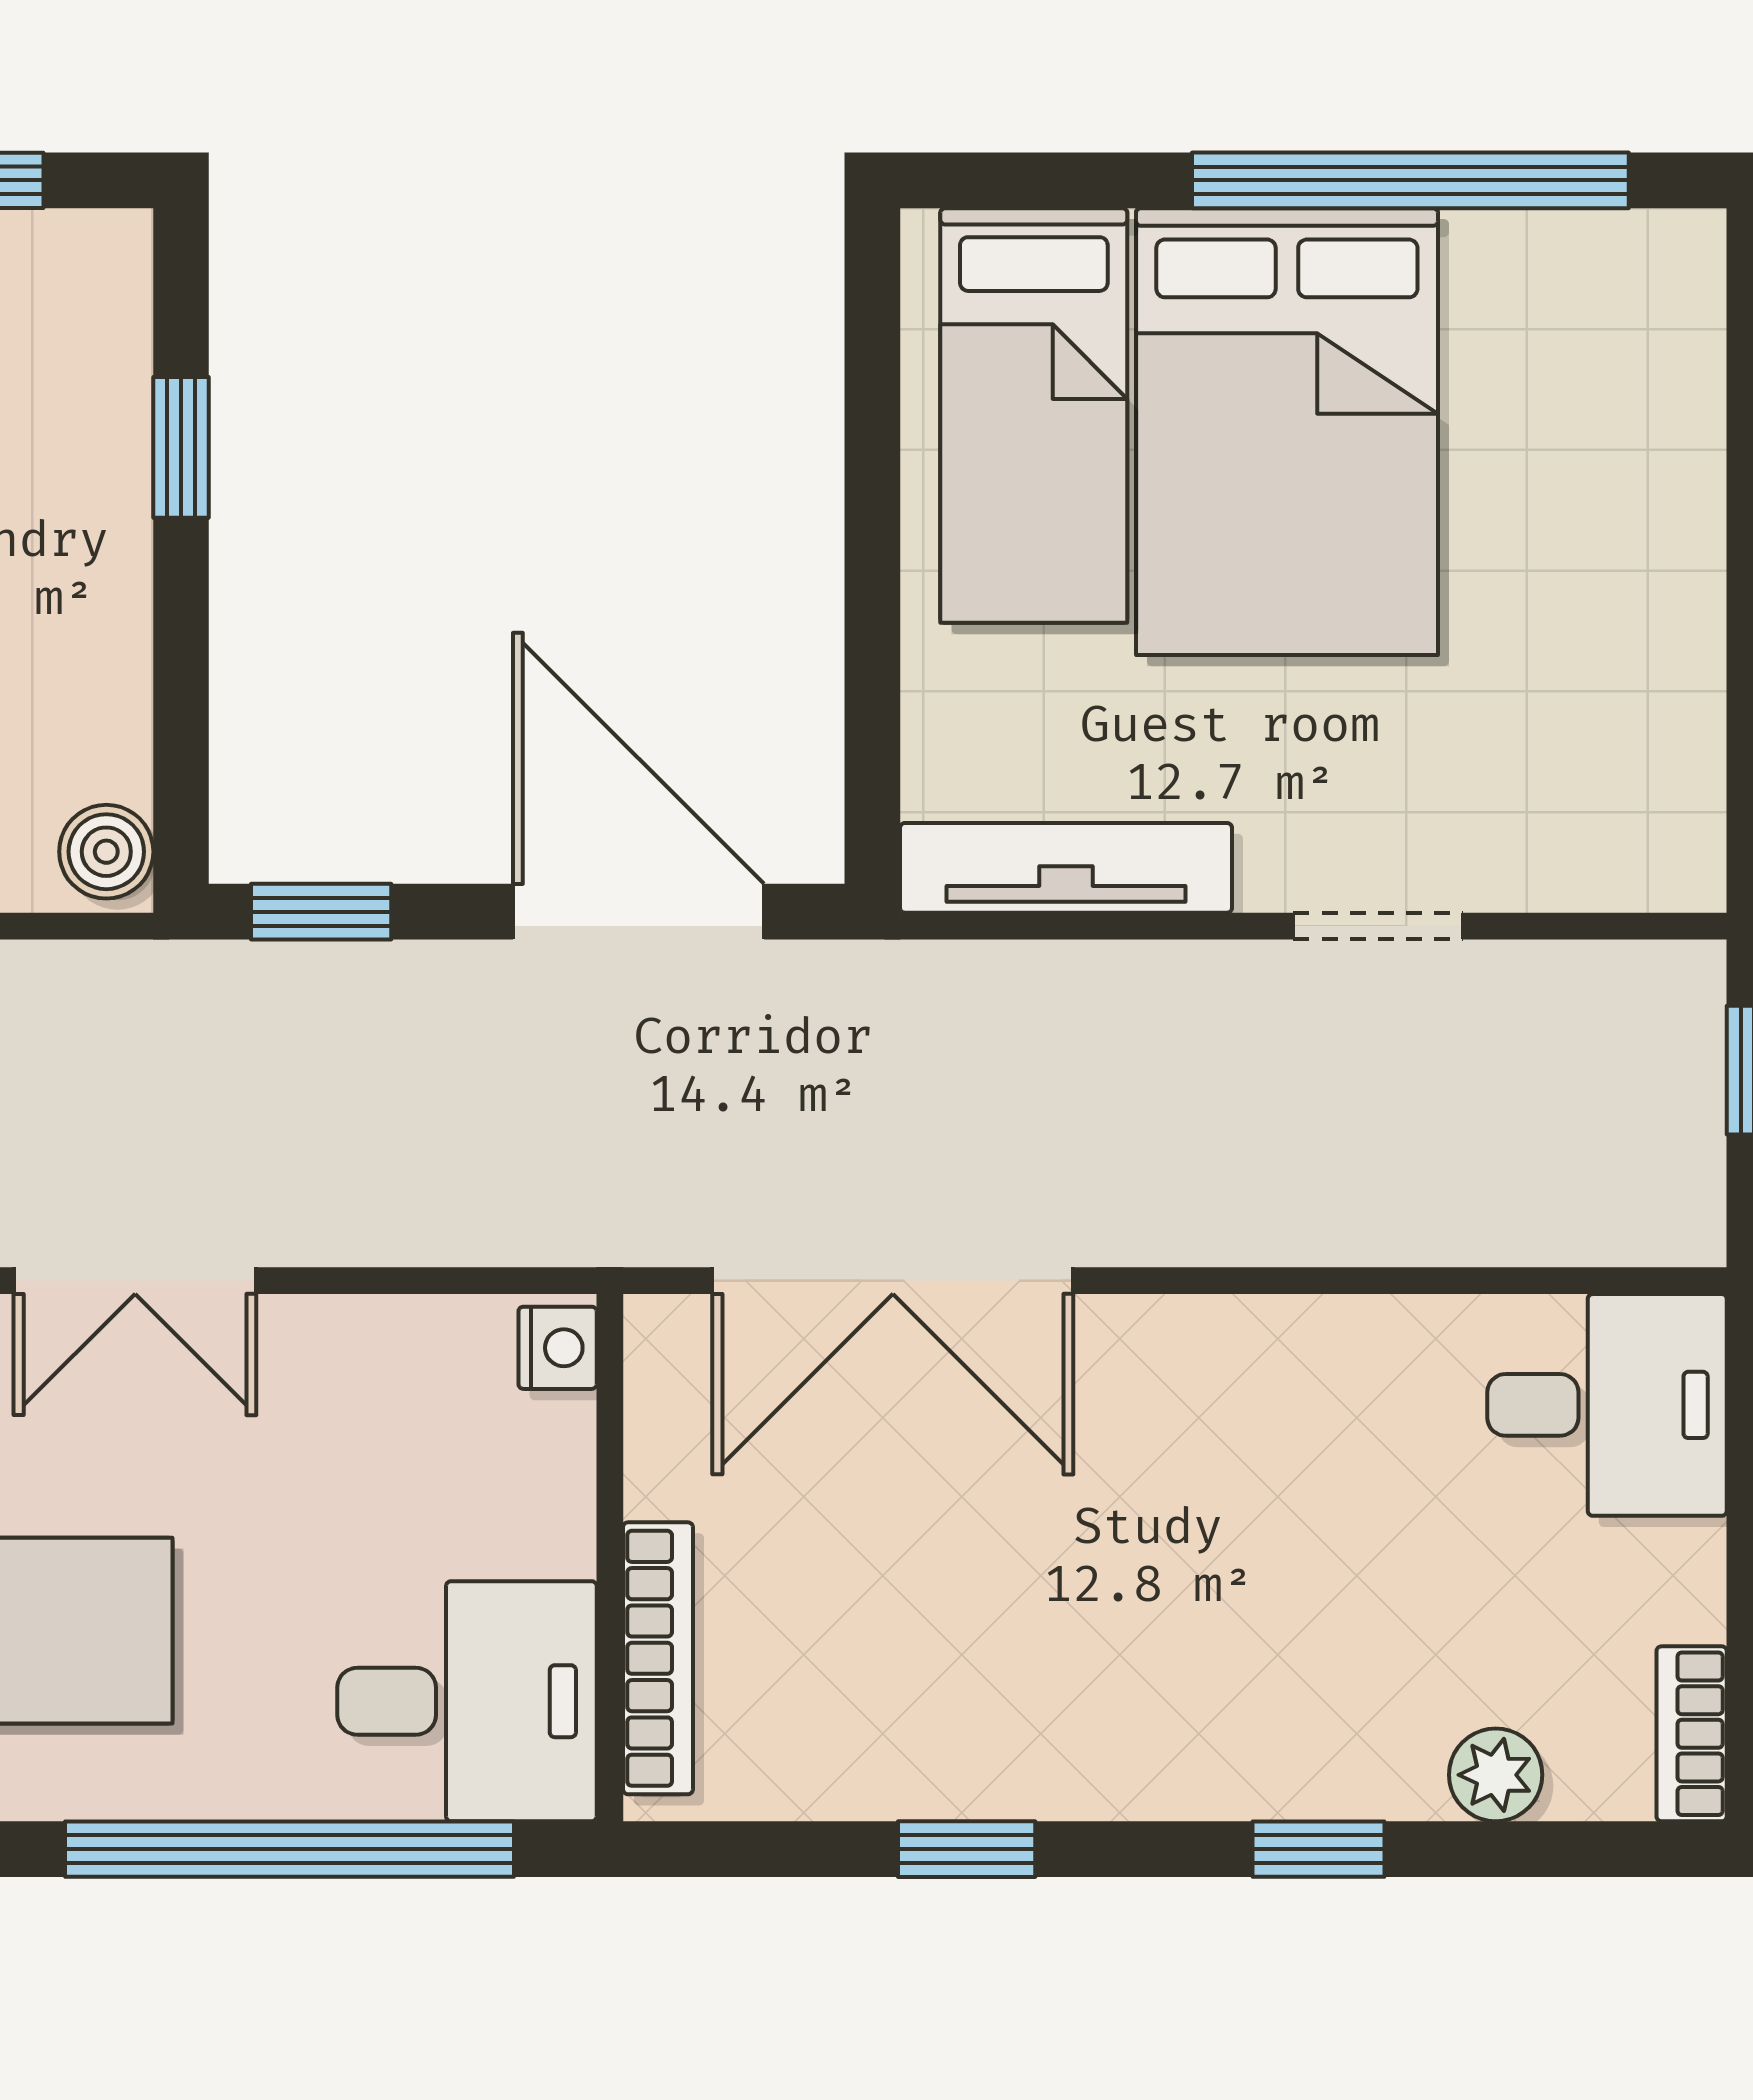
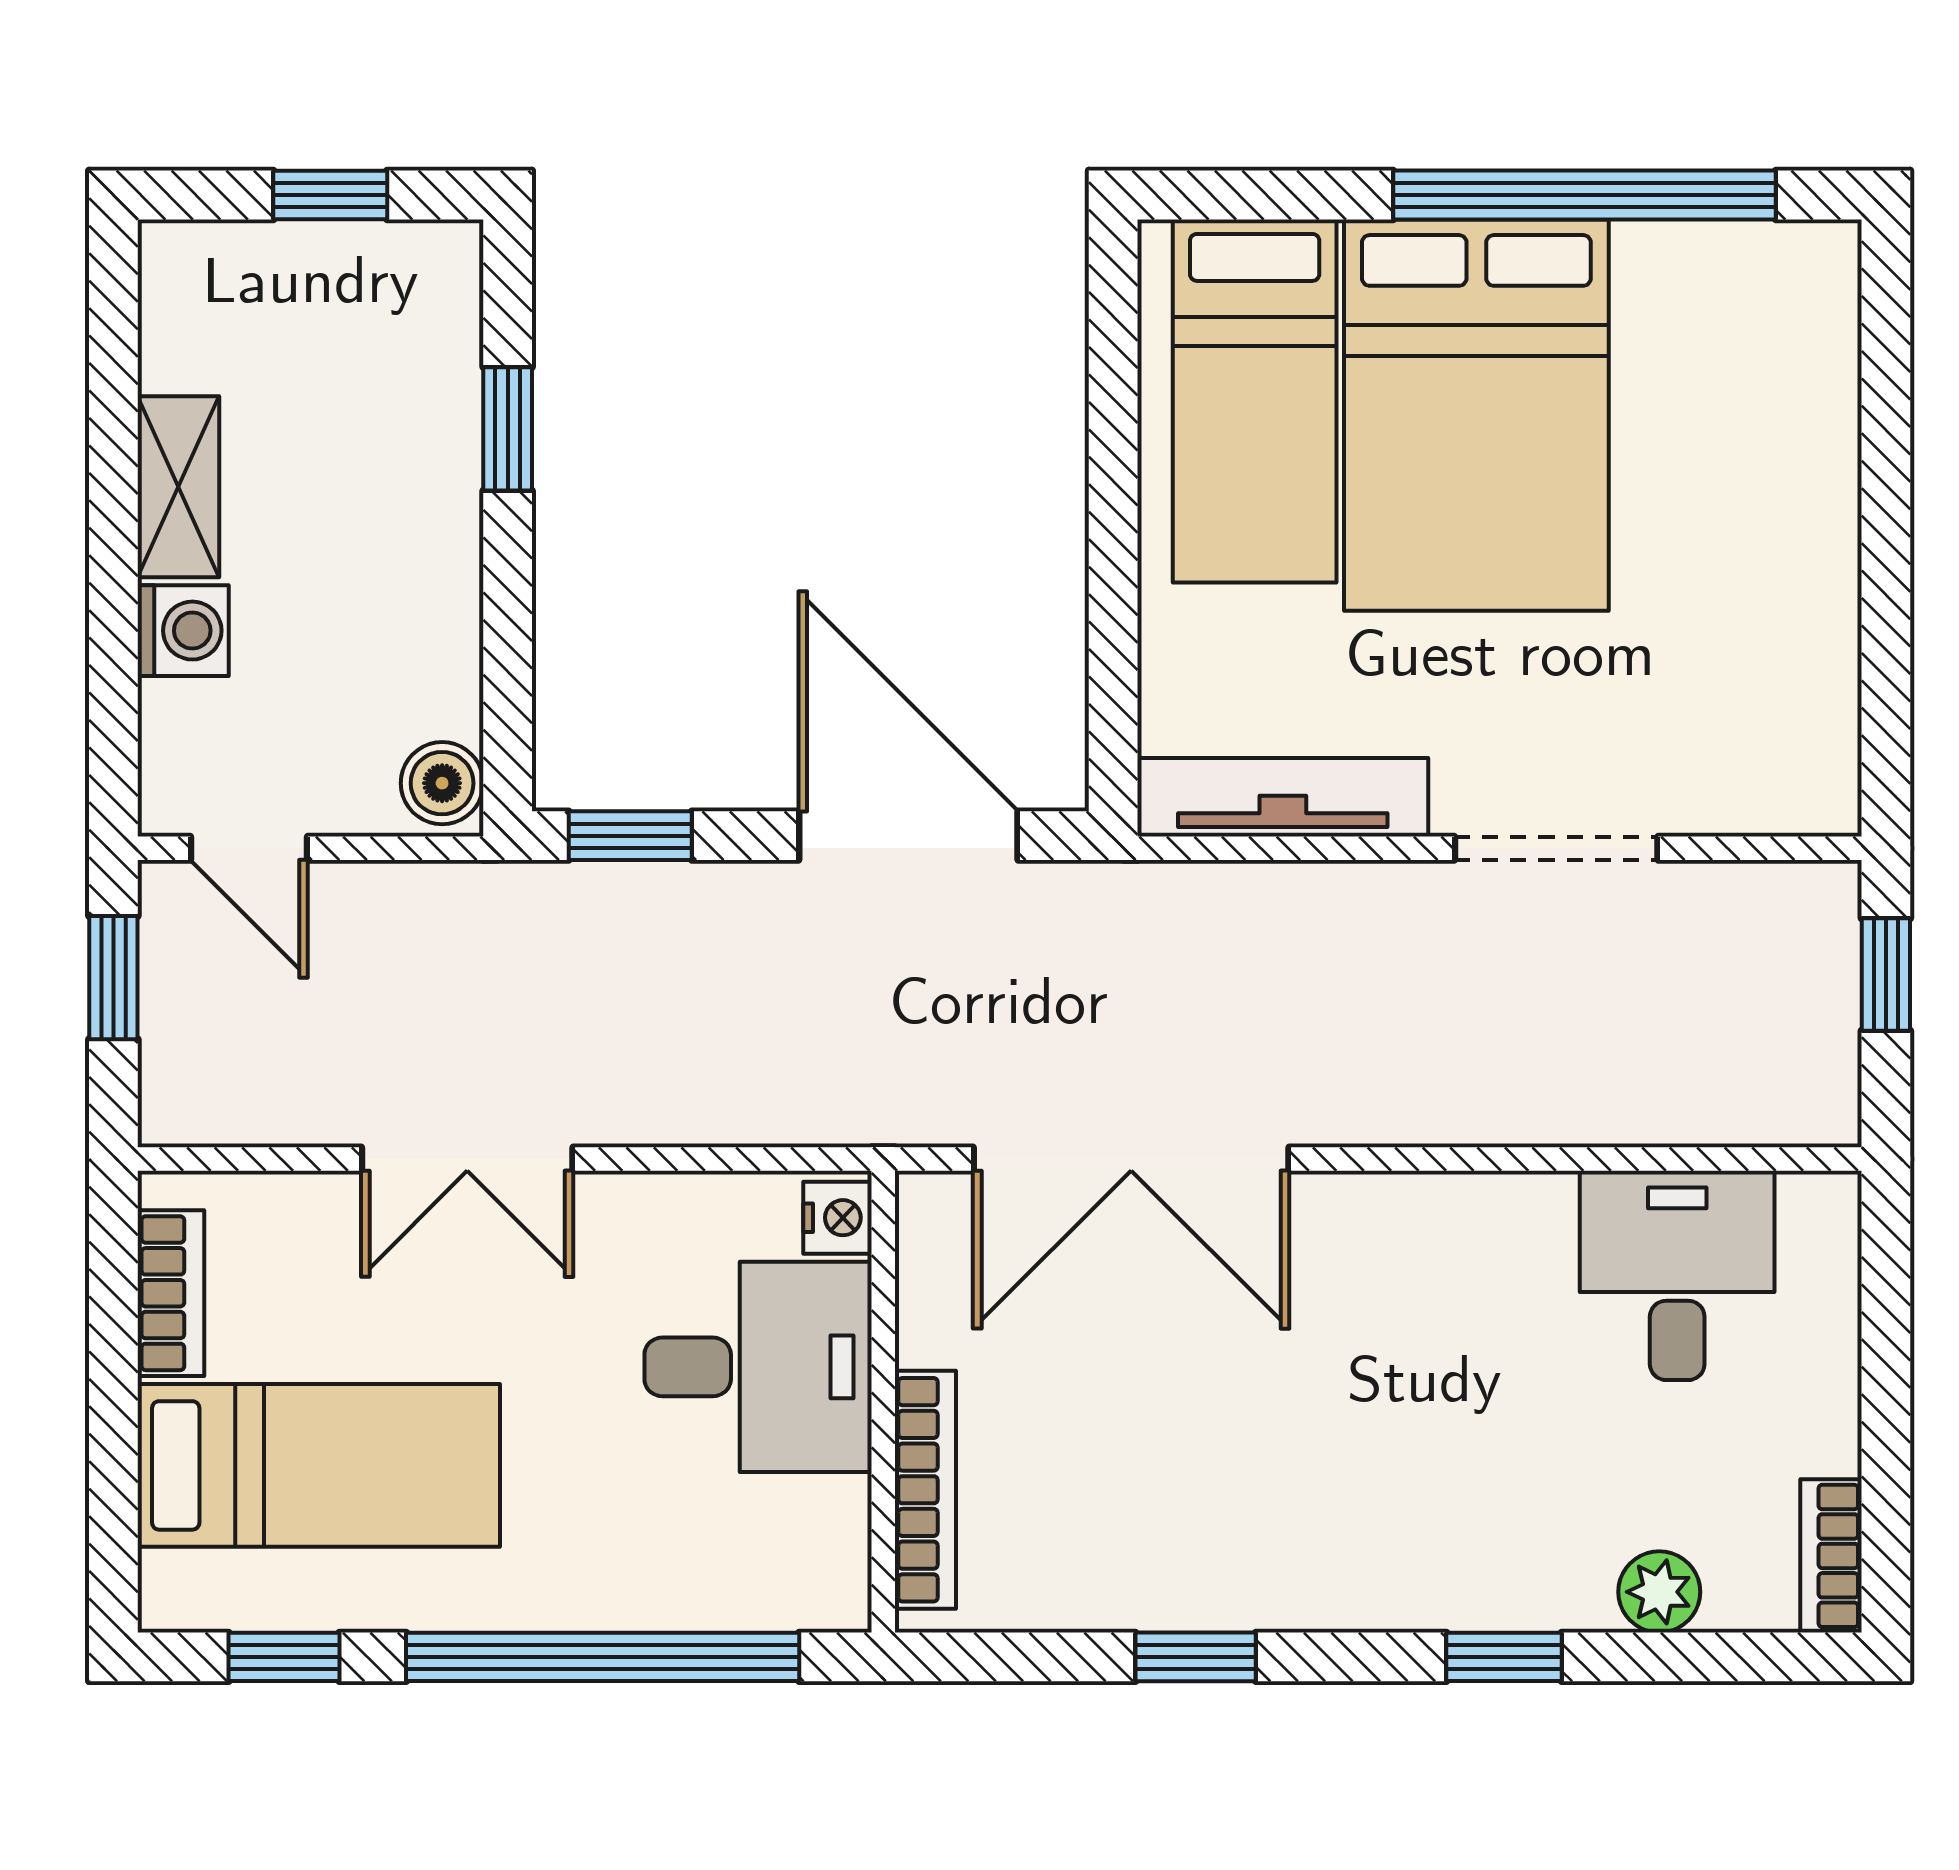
doorway: (1378, 926) -> (1556, 848), width x1.38
desk: (1607, 1405) -> (1677, 1275), moved, turned -90
desk: (467, 1701) -> (758, 1367), moved

